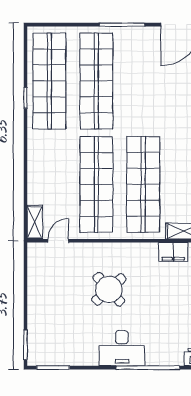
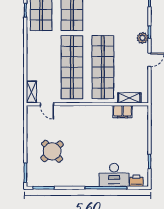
door: (58, 241) -> (47, 104), swing flipped
round table: (109, 289) -> (52, 151), moved
desk: (122, 348) -> (114, 175), moved

